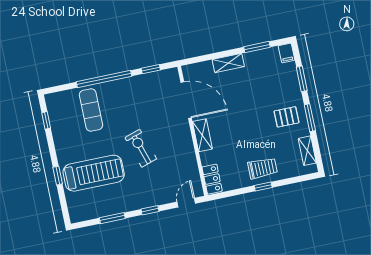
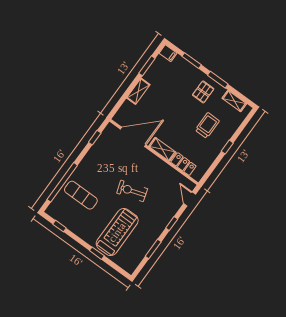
window: (104, 79) -> (62, 182), moved
trolley: (263, 168) -> (207, 125), moved
locker: (212, 179) -> (183, 164), moved

